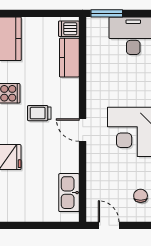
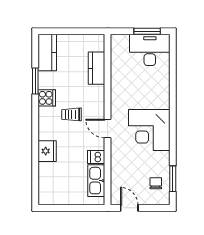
window: (107, 13) -> (147, 31), moved
dishwasher: (69, 29) -> (96, 157), moved

